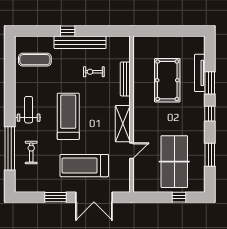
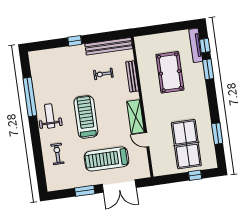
bench: (80, 42) -> (109, 46), moved
exercise mat: (35, 60) -> (49, 71), removed
tv unit: (200, 73) -> (196, 45), moved
window: (210, 114) -> (205, 46), moved
window: (10, 148) -> (30, 97), moved
door: (131, 151) -> (147, 140), swing flipped

